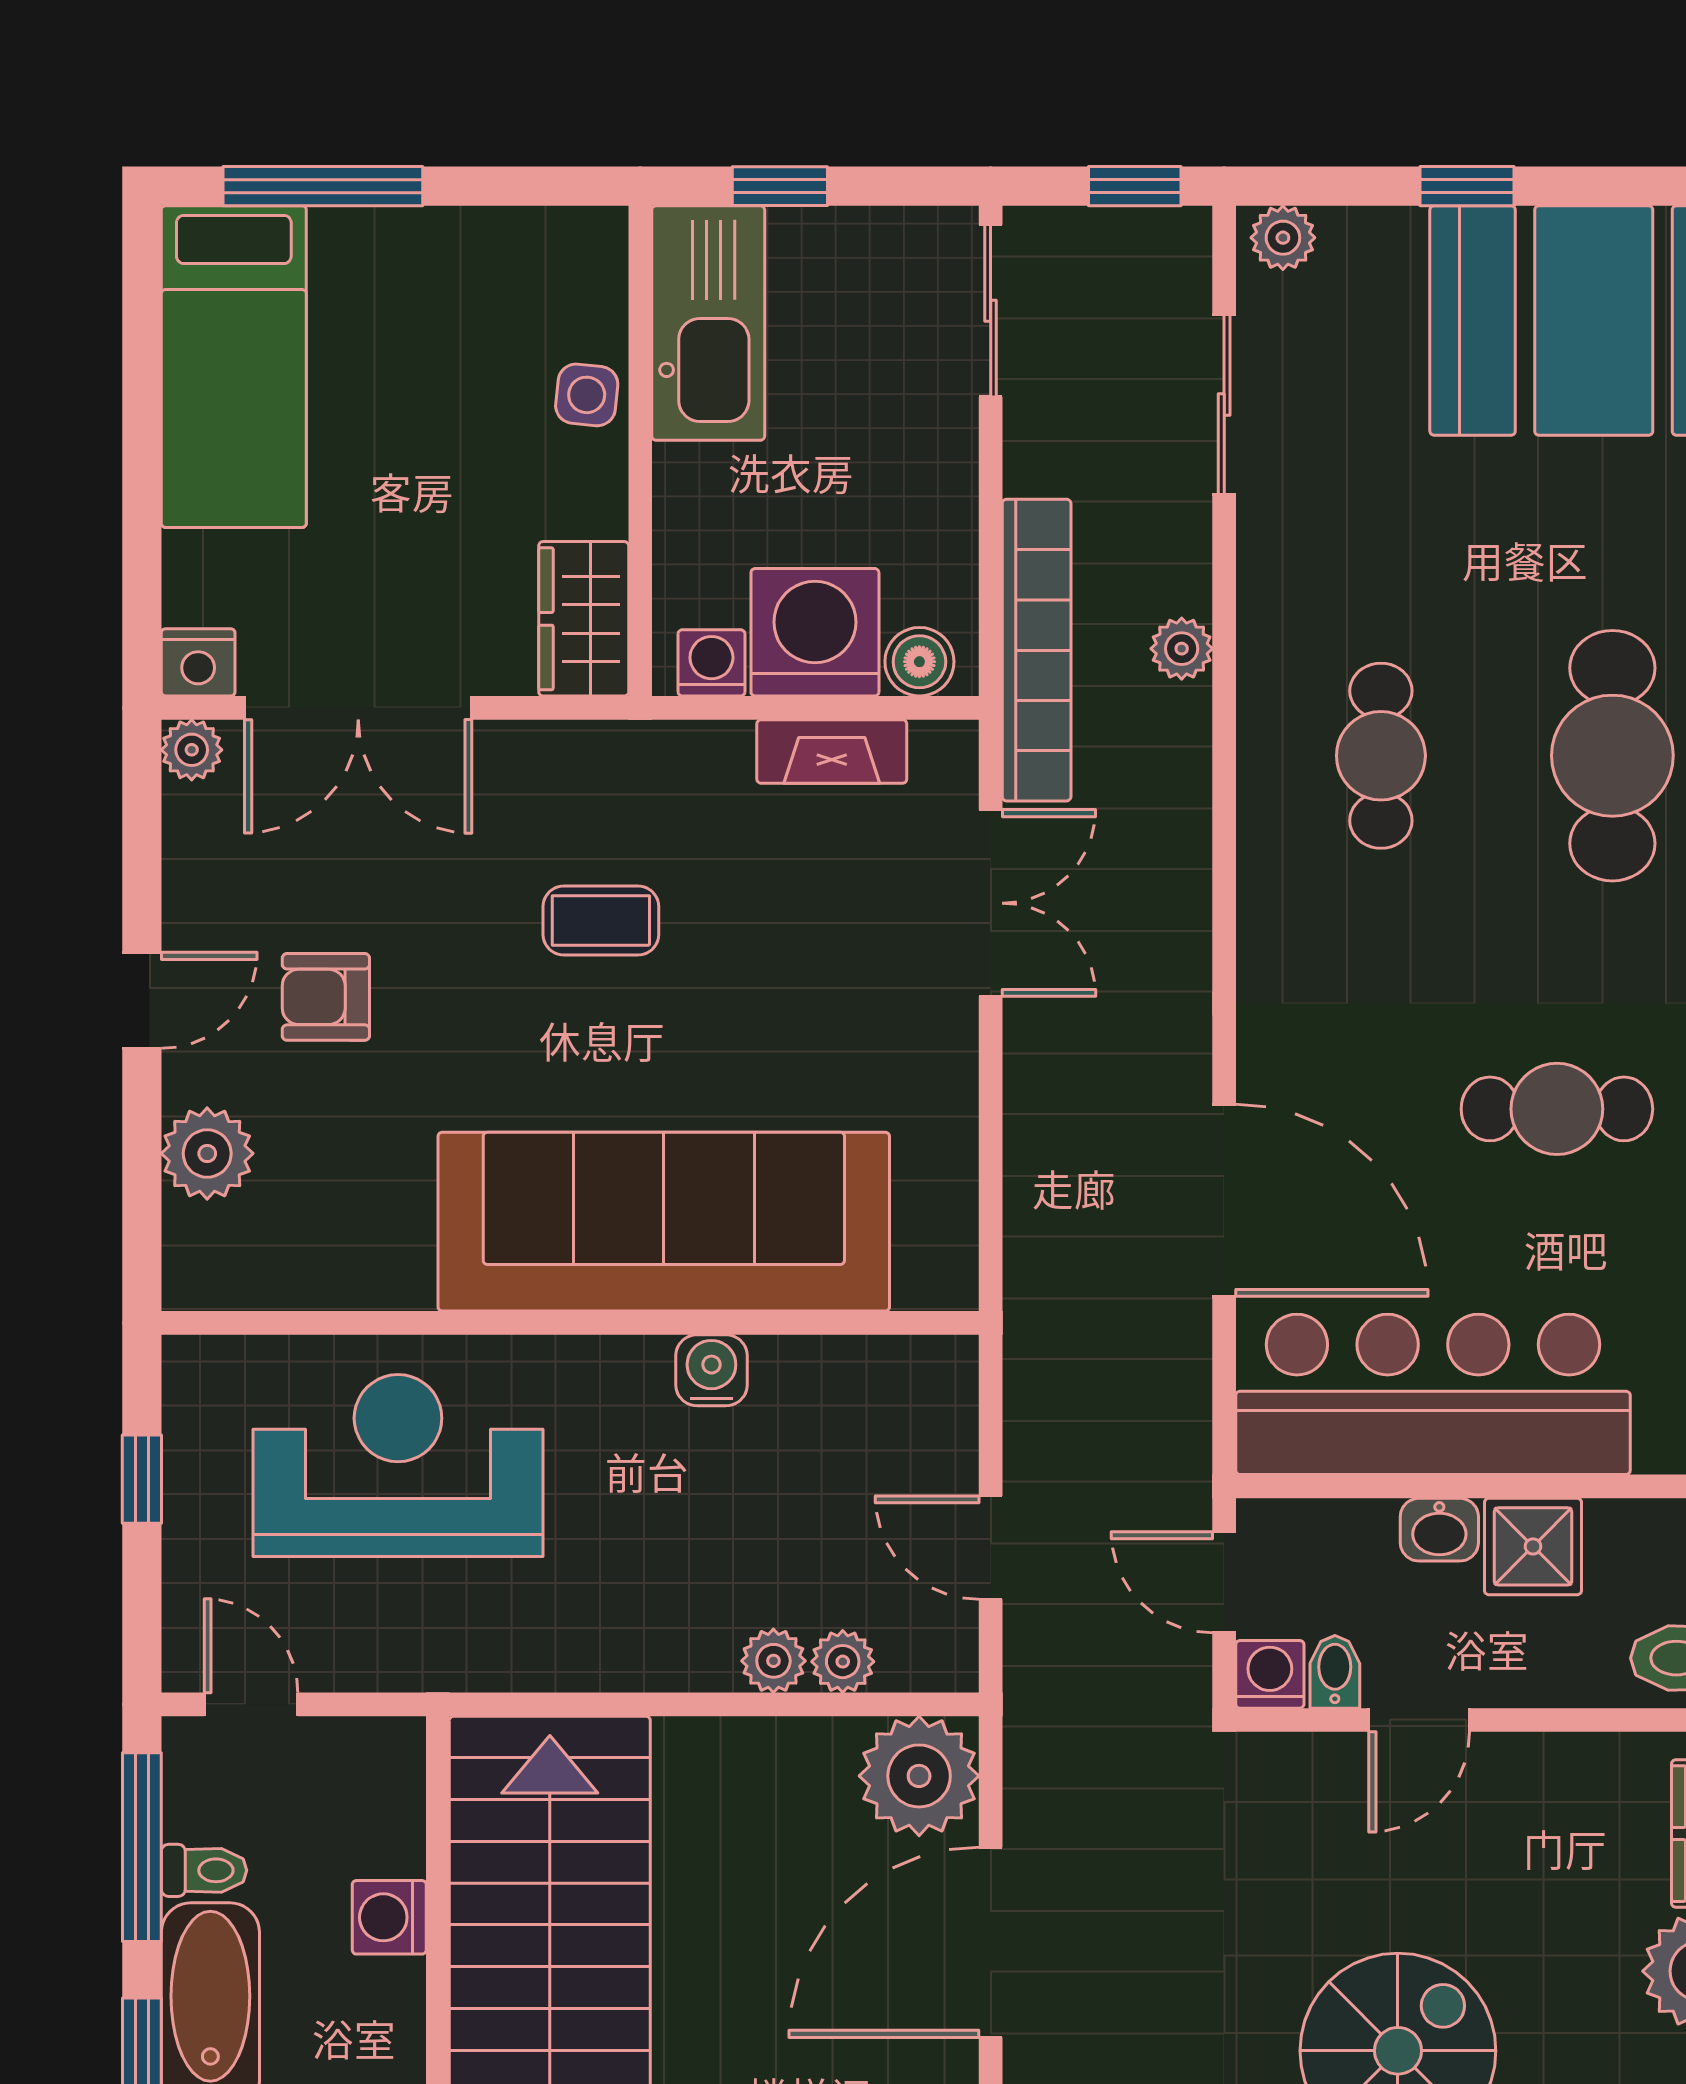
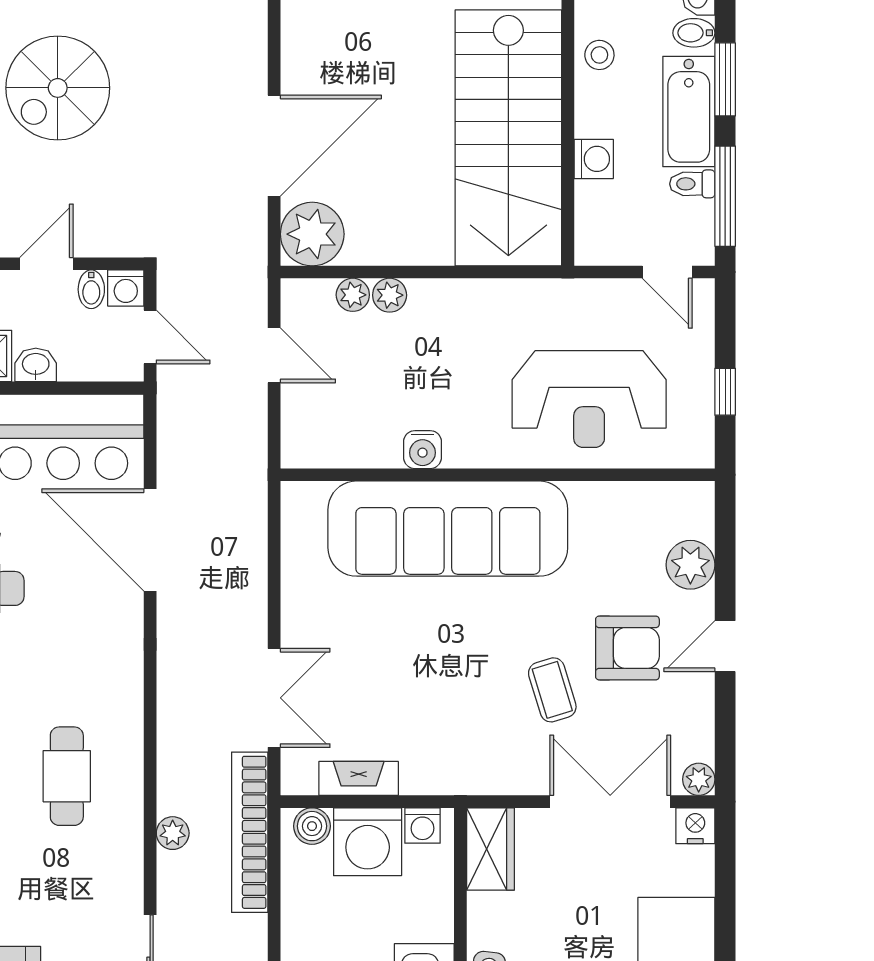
double door: (991, 903) -> (274, 698), swing flipped
coffee table: (601, 921) -> (552, 690), moved, turned 73
armchair: (326, 997) -> (627, 648), width x1.38, depth x1.38

